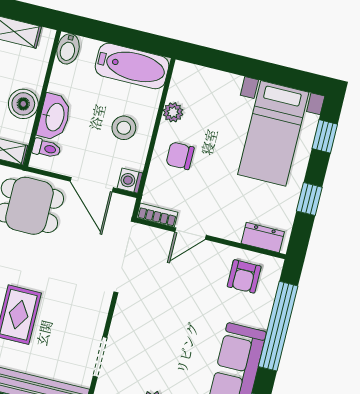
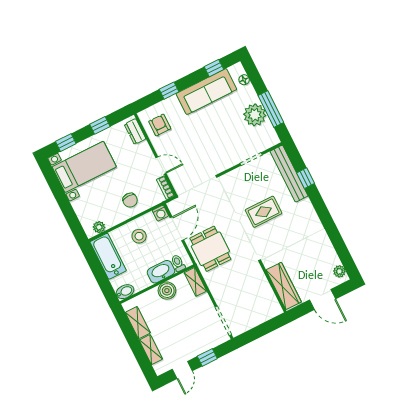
plant: (173, 112) -> (99, 227), moved
armchair: (244, 276) -> (160, 125), turned -90
window: (278, 326) -> (169, 91), width x0.32

